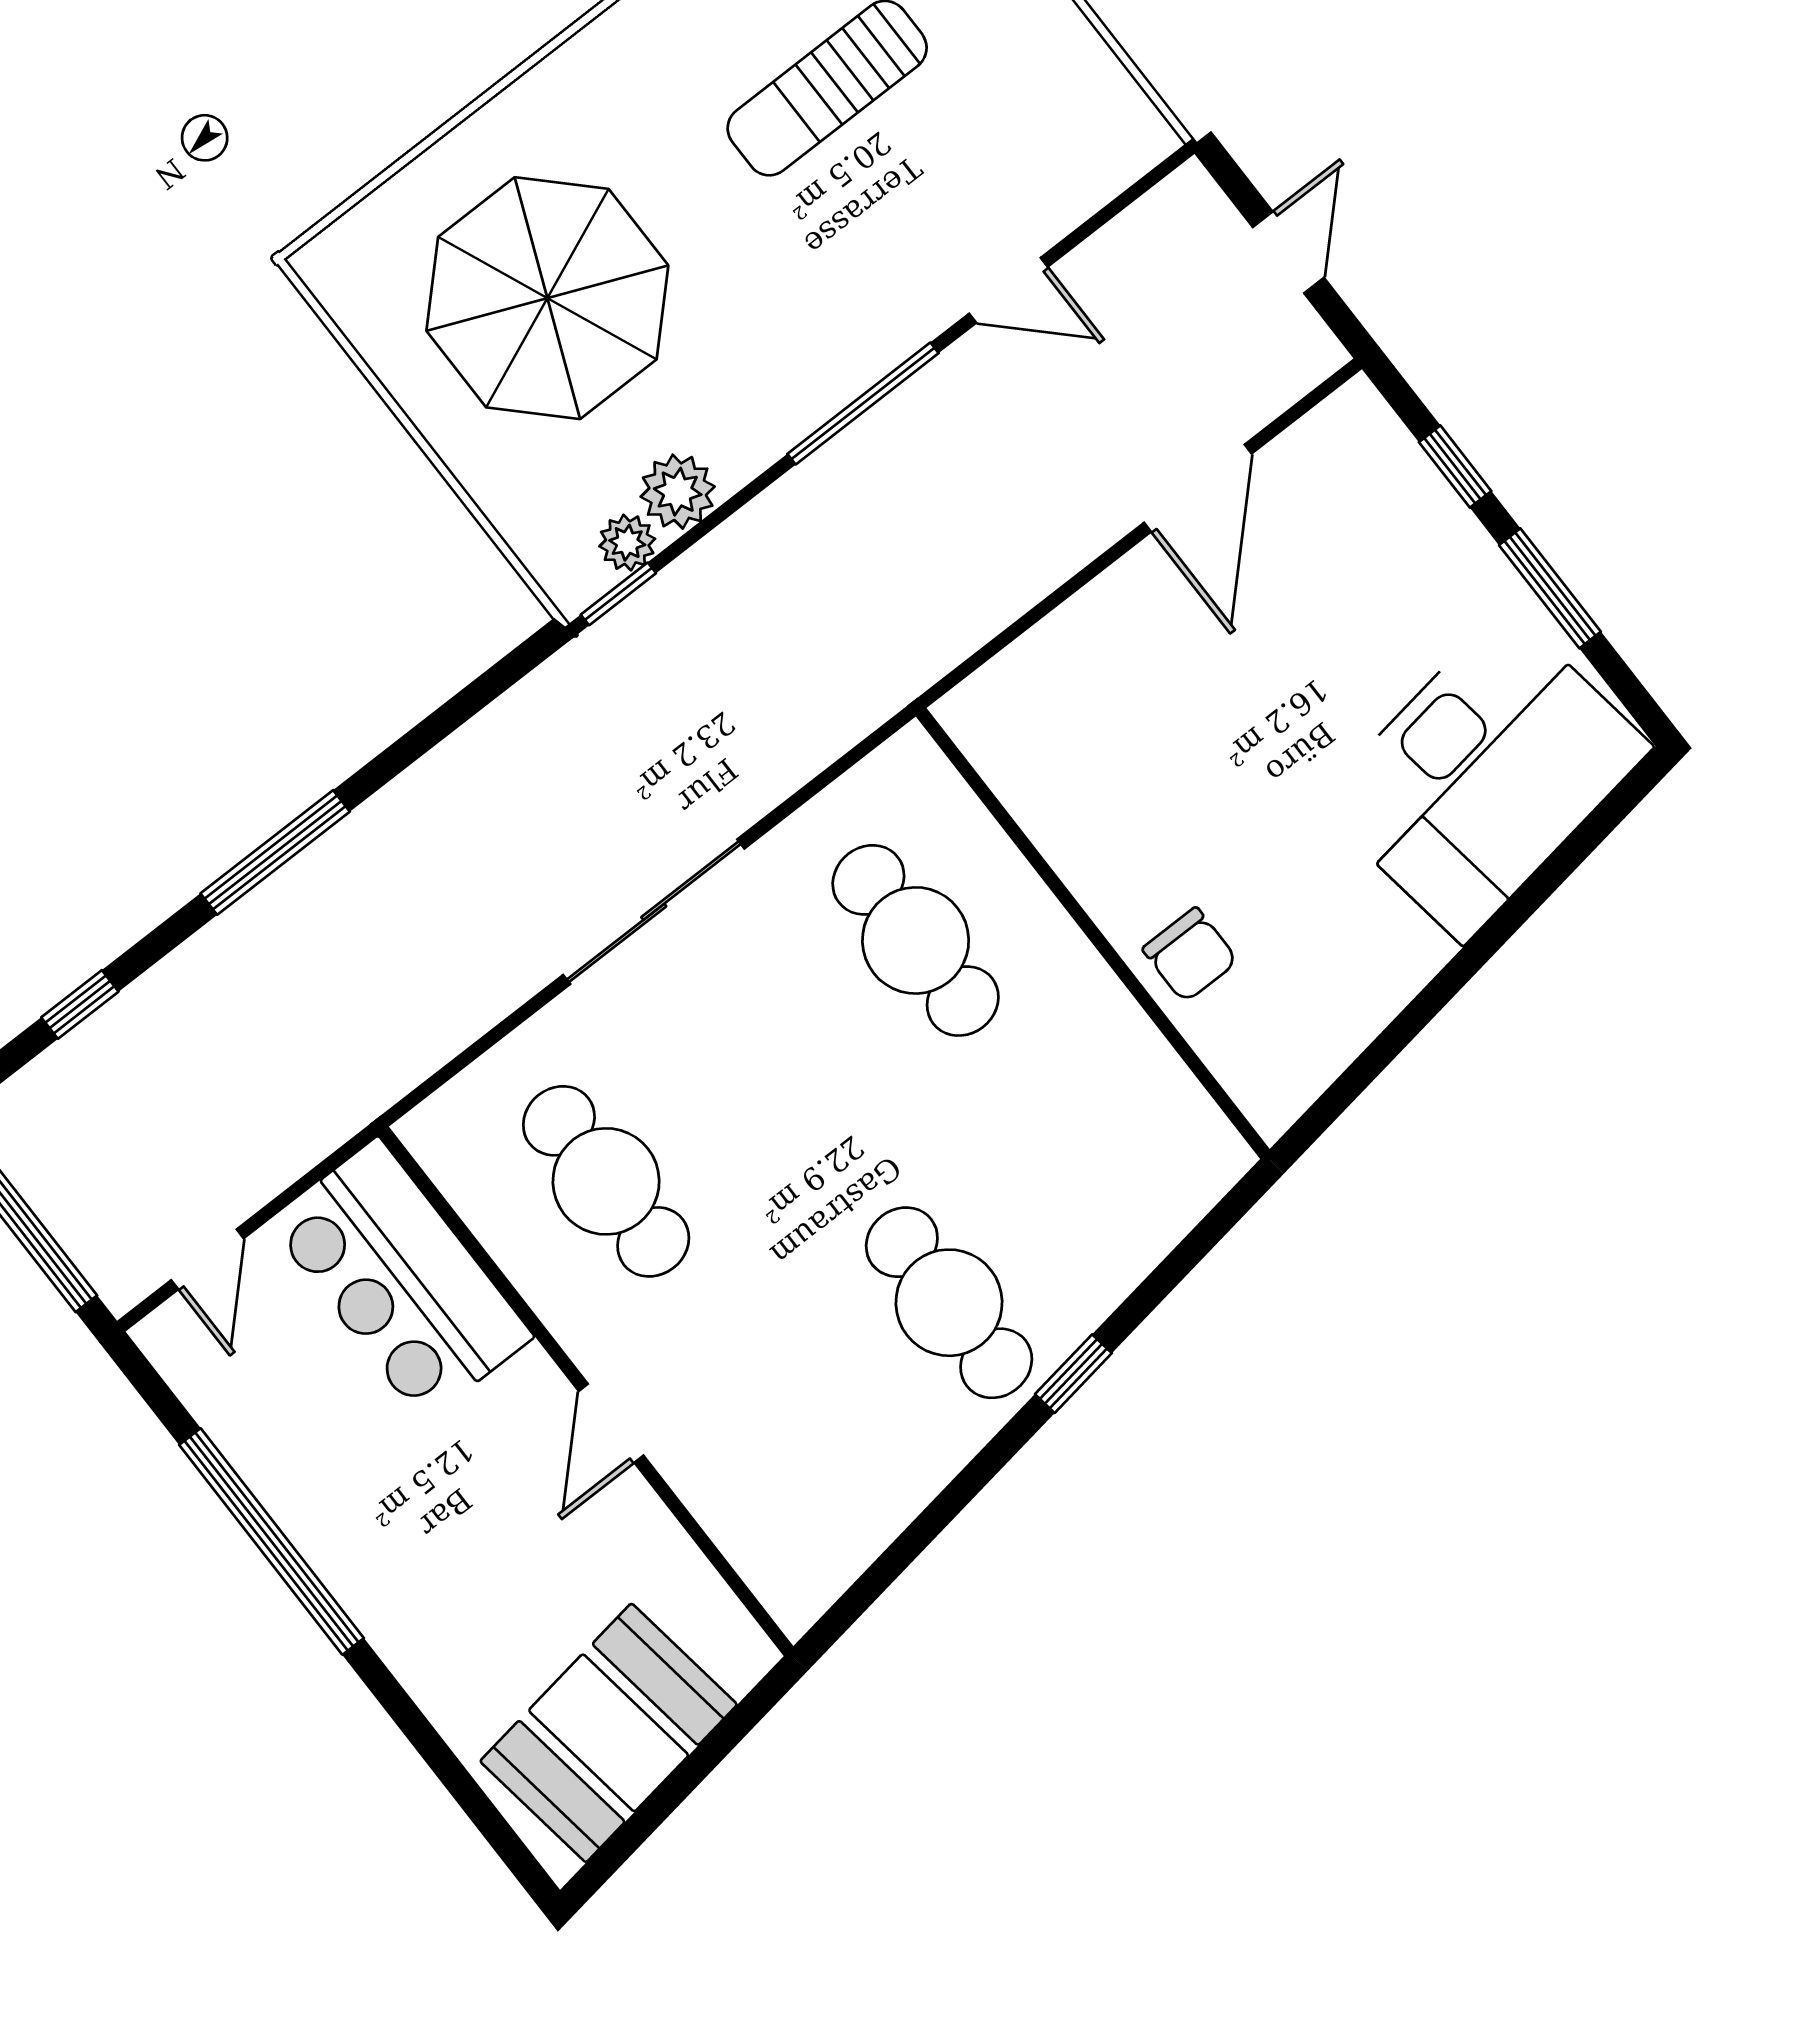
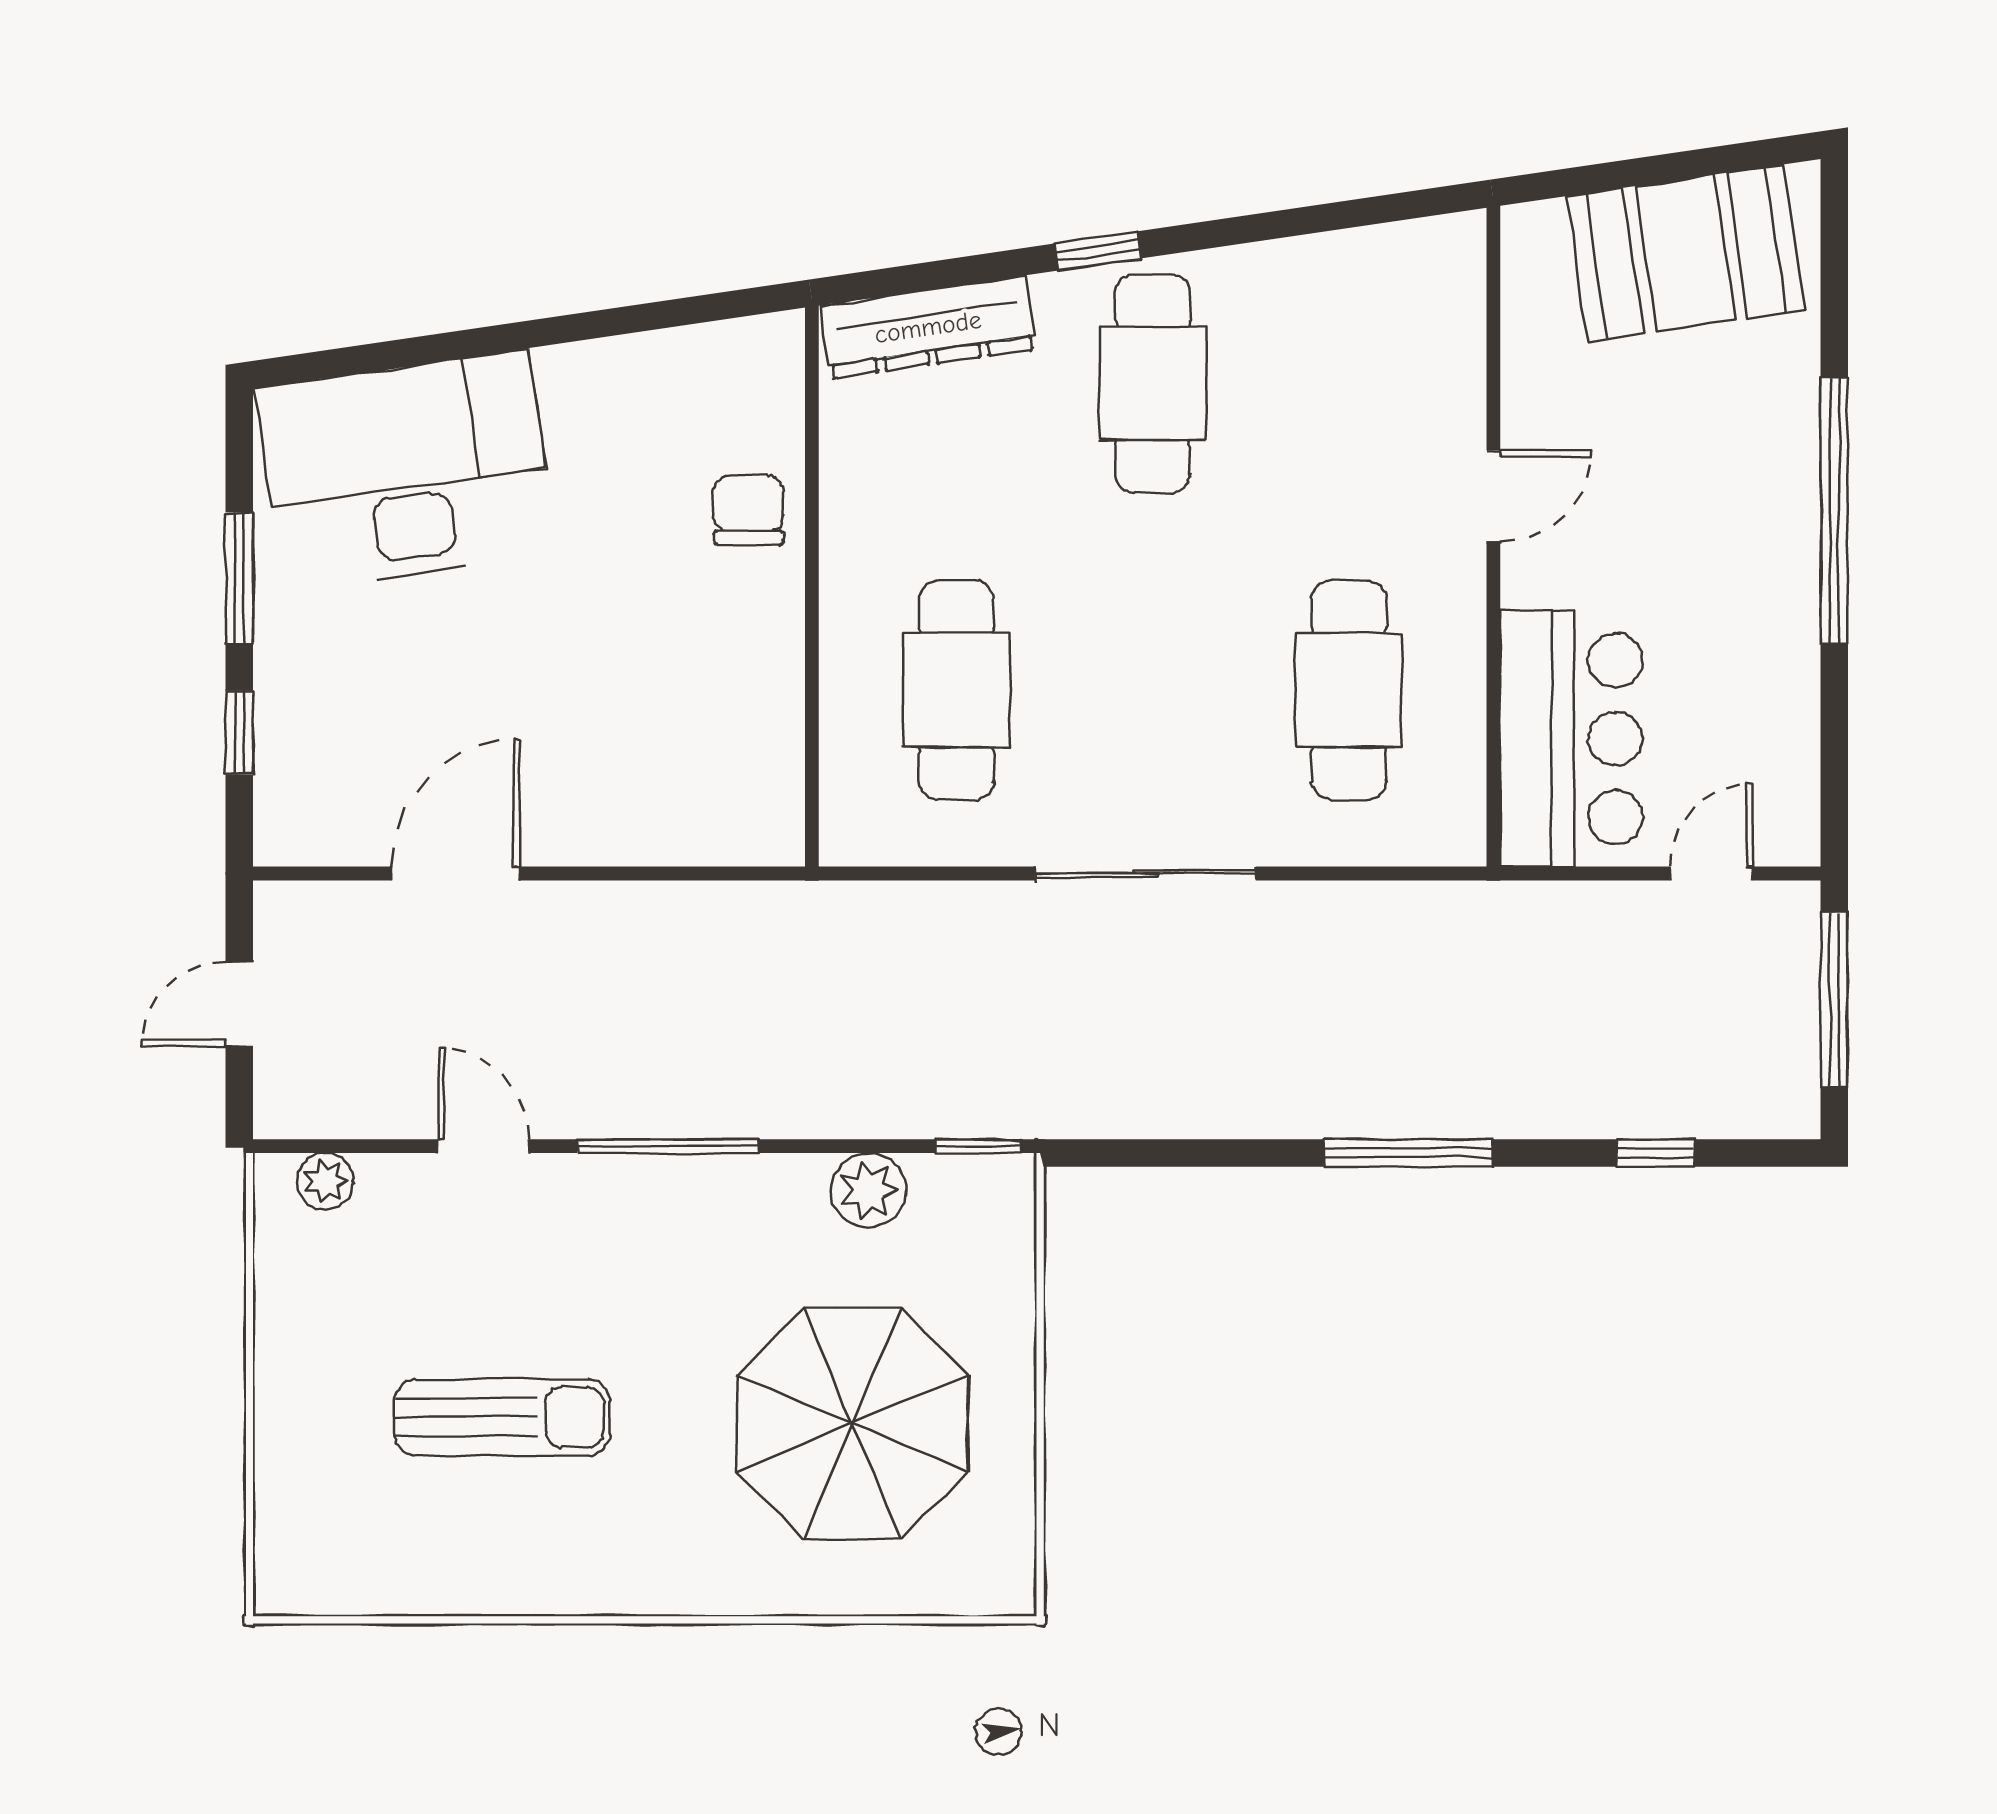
plant: (627, 543) -> (325, 1181), moved
dresser: (1161, 1209) -> (928, 327), added
window: (271, 1542) -> (1834, 511), moved

